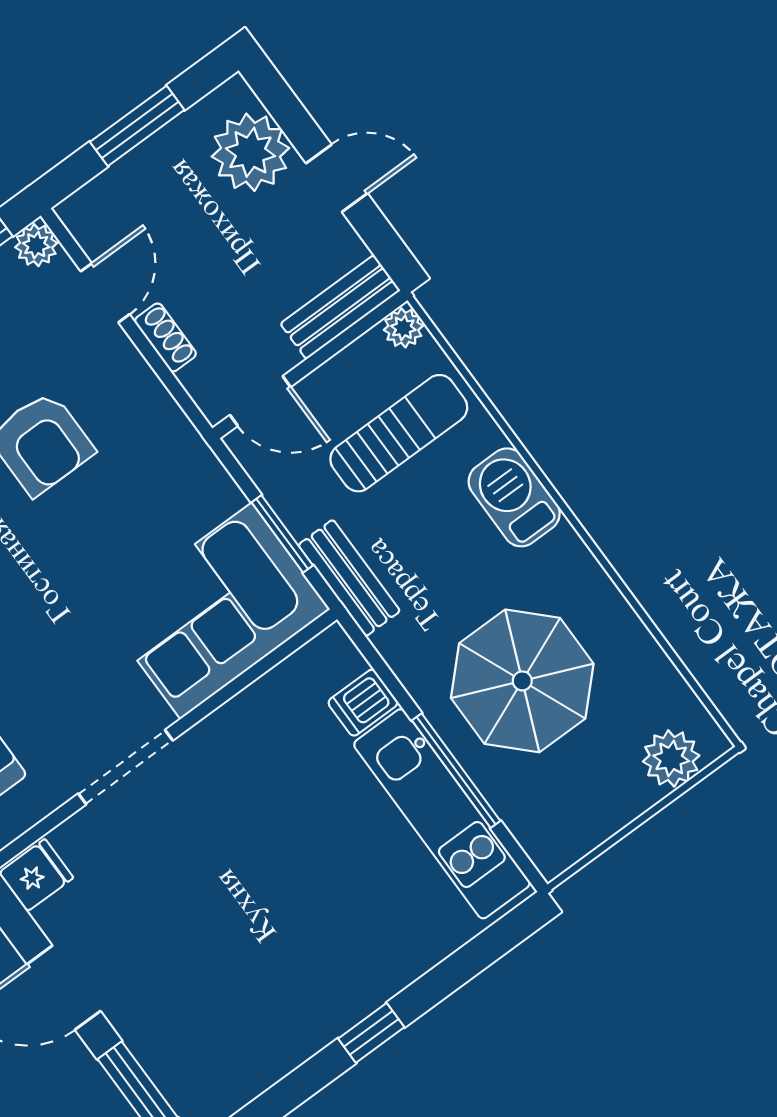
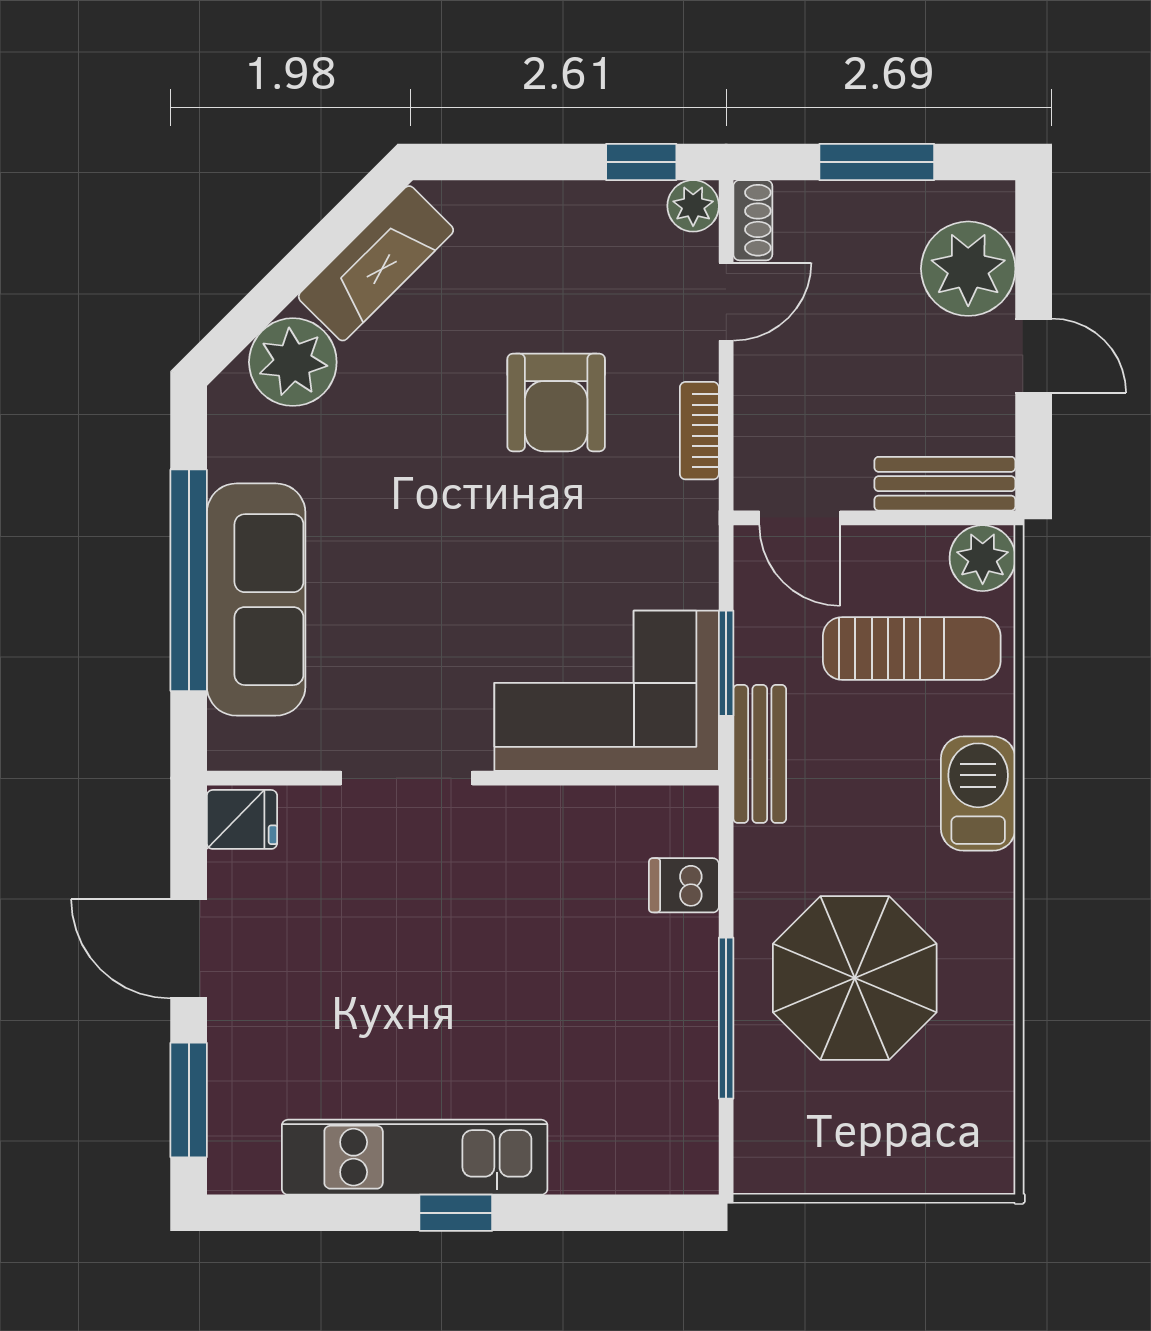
plant: (403, 328) -> (983, 558), width x1.38, depth x1.38
shoe rack: (165, 337) -> (753, 220), moved
bookcase: (150, 392) -> (699, 431), added
plant: (671, 758) -> (944, 1160), removed
kitchen unit: (442, 814) -> (415, 1157), moved, turned 90

